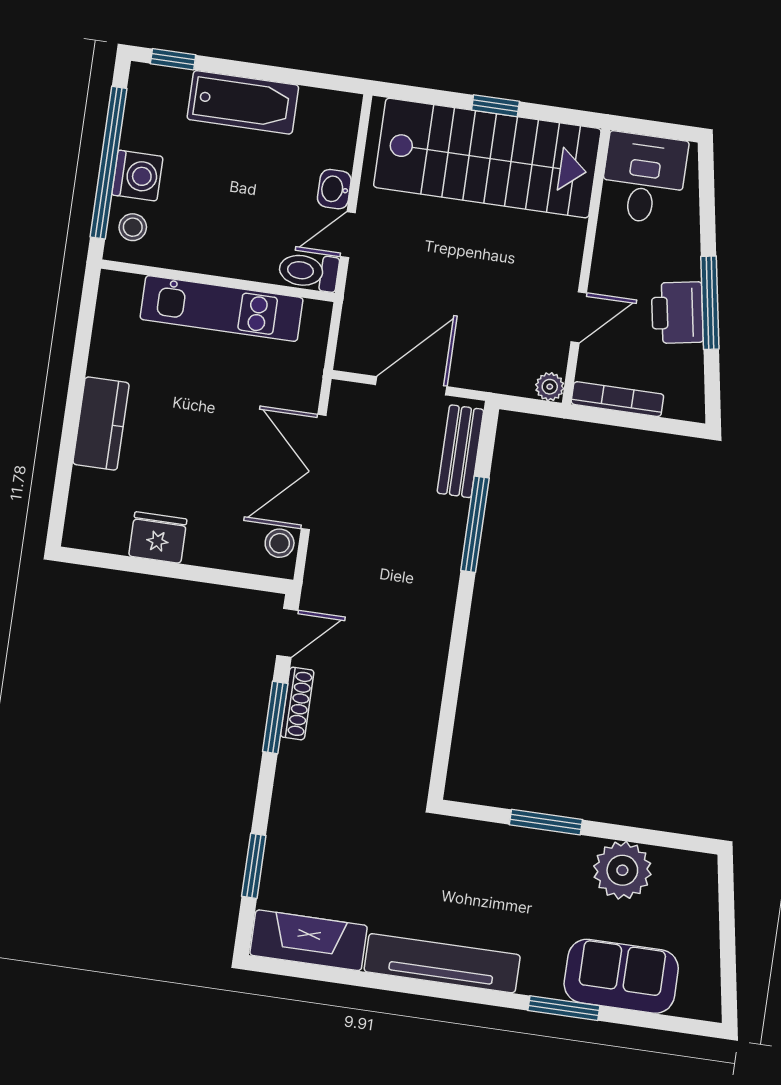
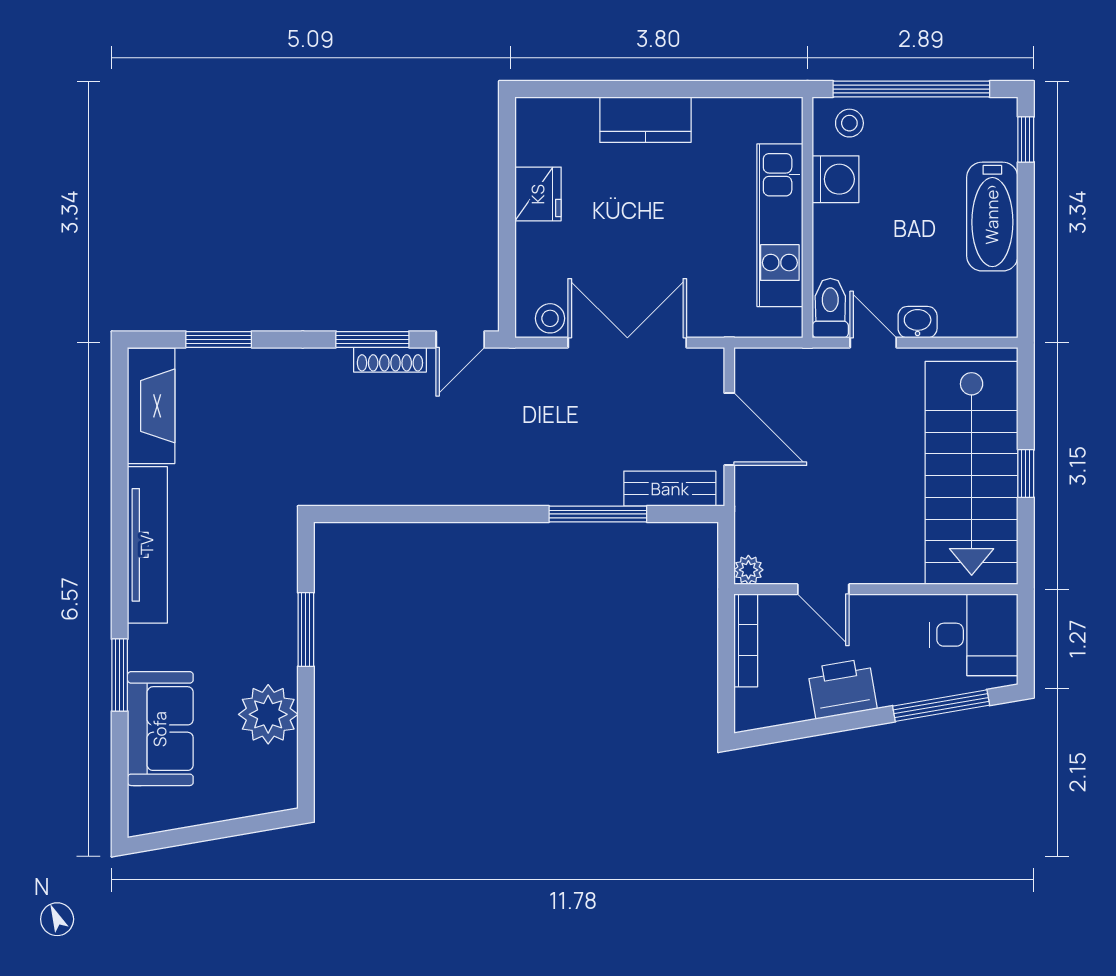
washing machine: (137, 176) -> (836, 179), moved, turned -90
window: (710, 303) -> (941, 706), moved
door: (287, 633) -> (460, 339), hinge flipped

